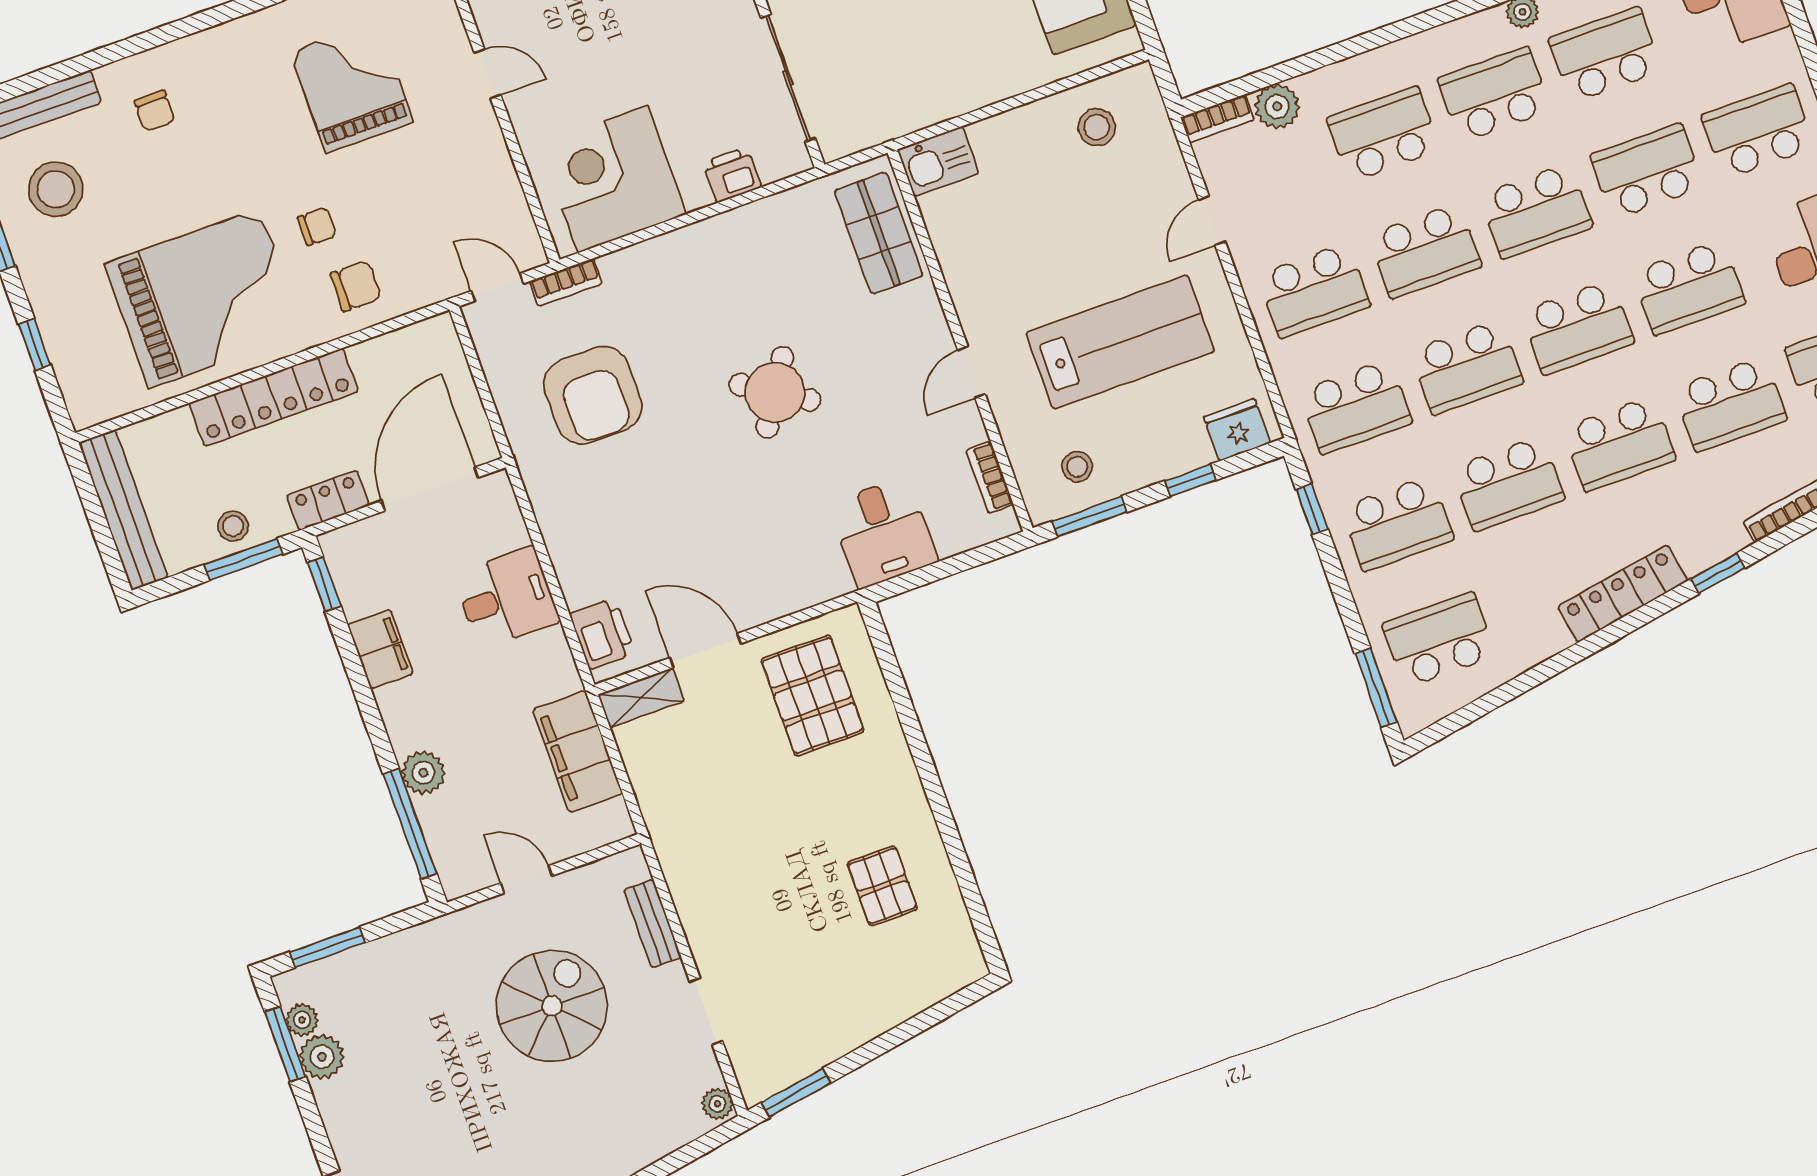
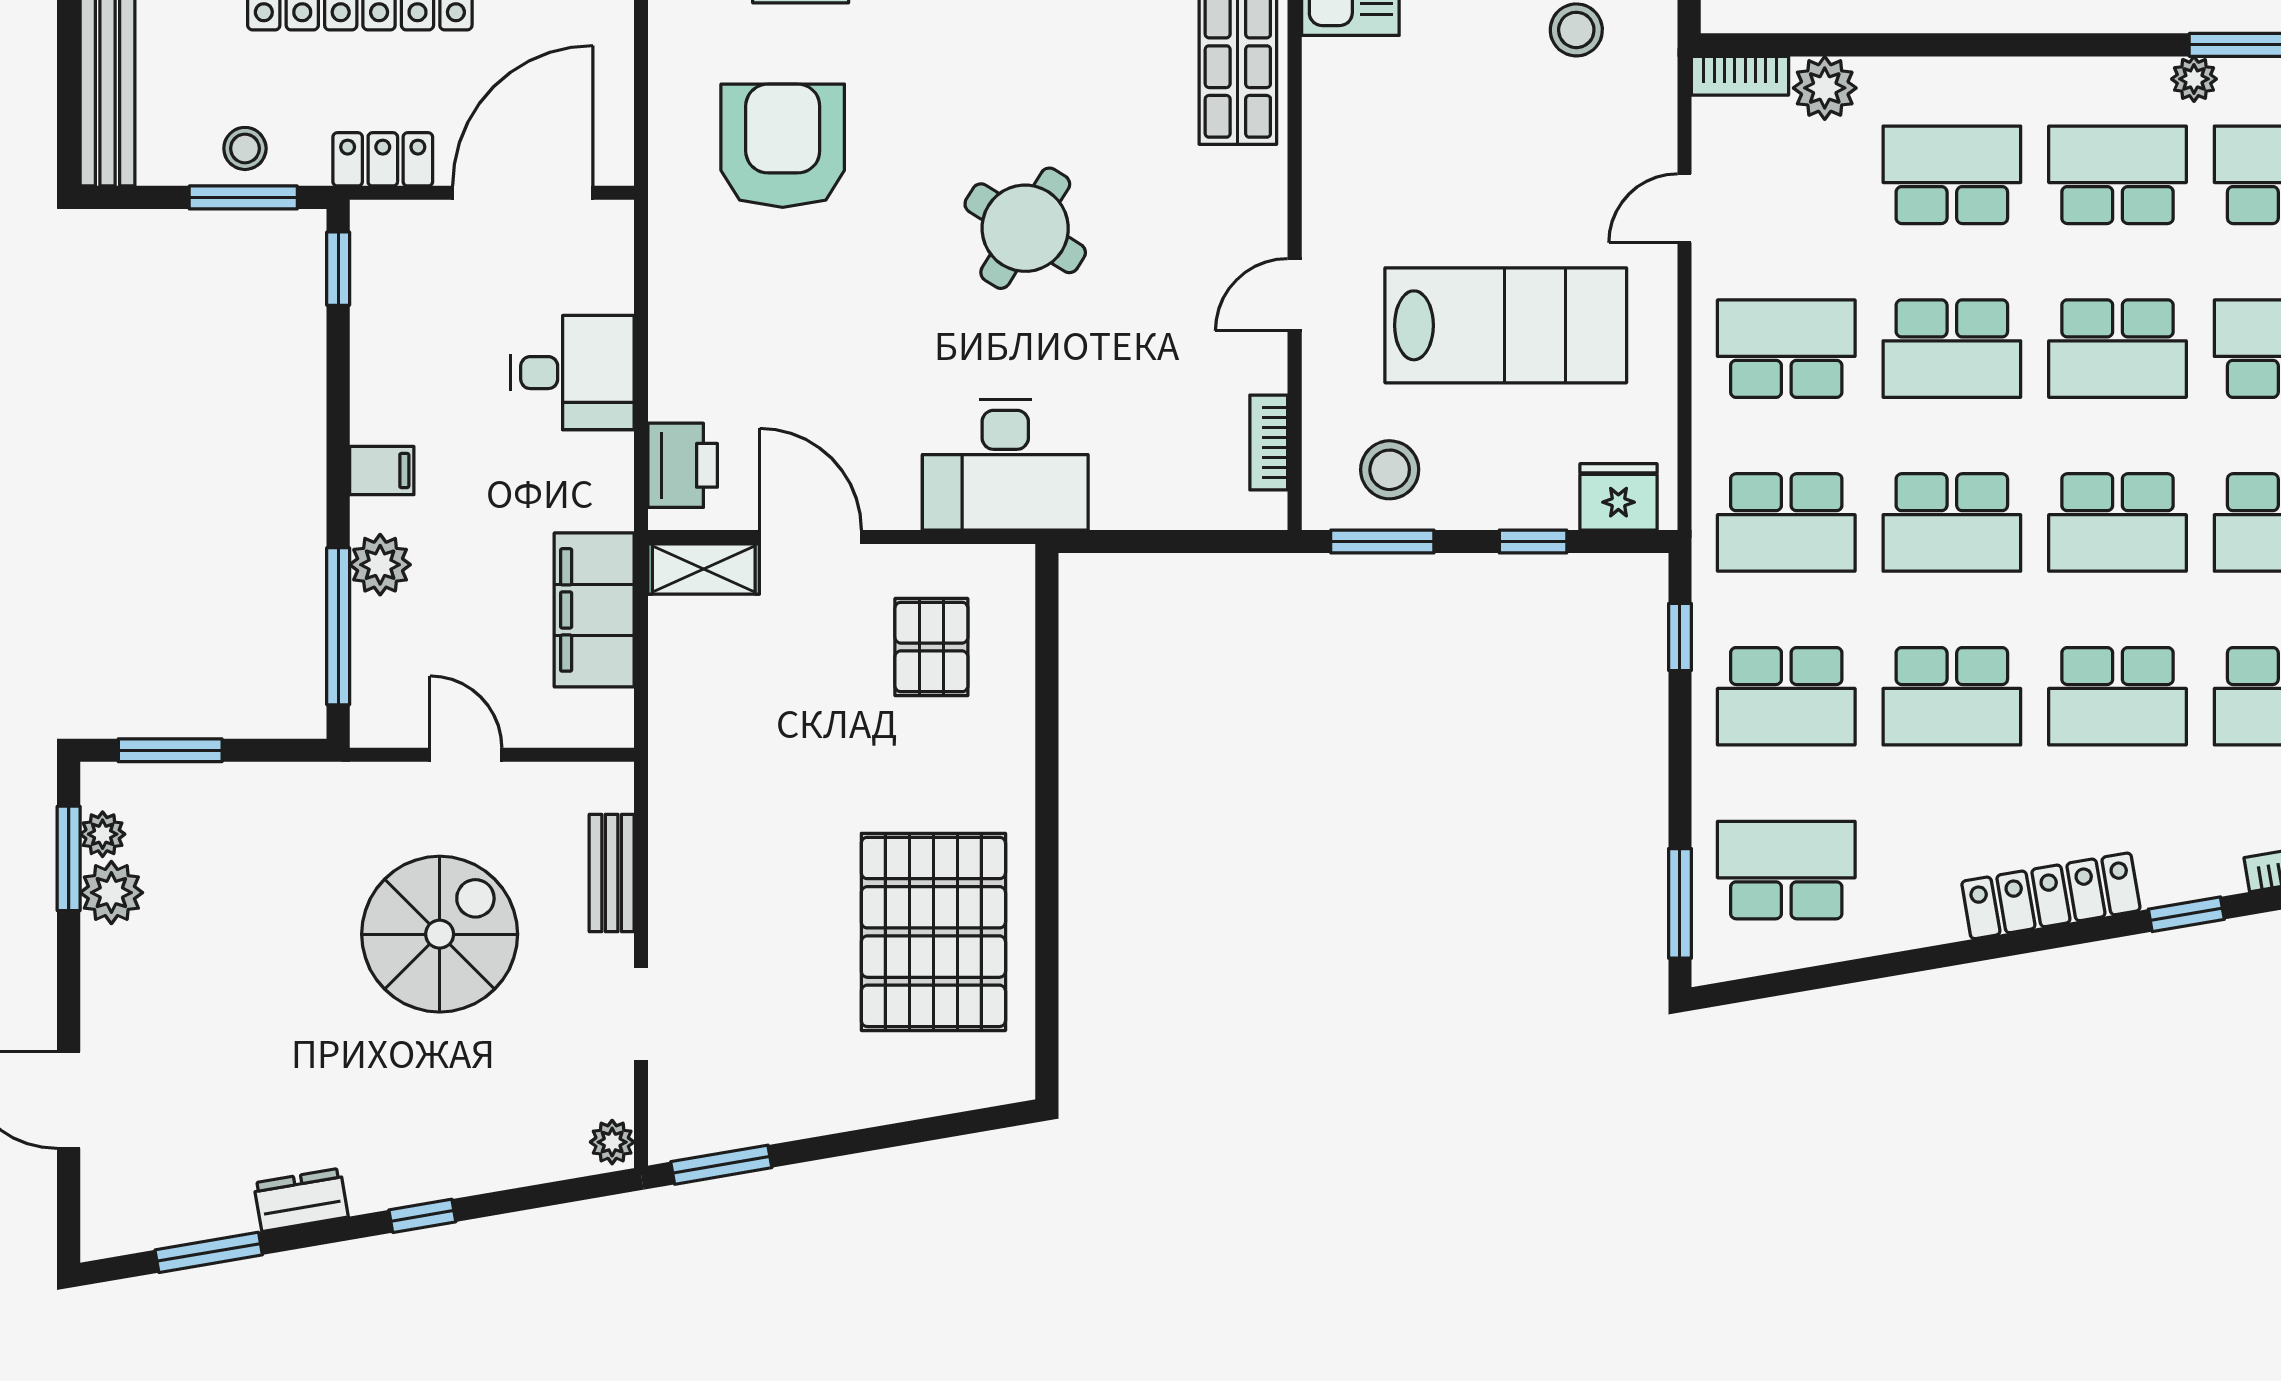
school desk: (1314, 290) -> (1786, 349), turned 180
armchair: (593, 395) -> (783, 146), turned 180
stool: (1077, 467) -> (1390, 470), width x1.37, depth x1.37
desk: (883, 533) -> (1005, 465), moved, width x1.37
filing cabinet: (380, 649) -> (382, 471), moved, width x0.50
pallet: (813, 695) -> (931, 647), width x0.67, depth x0.71
pallet: (882, 886) -> (933, 932), width x2.05, depth x2.00

